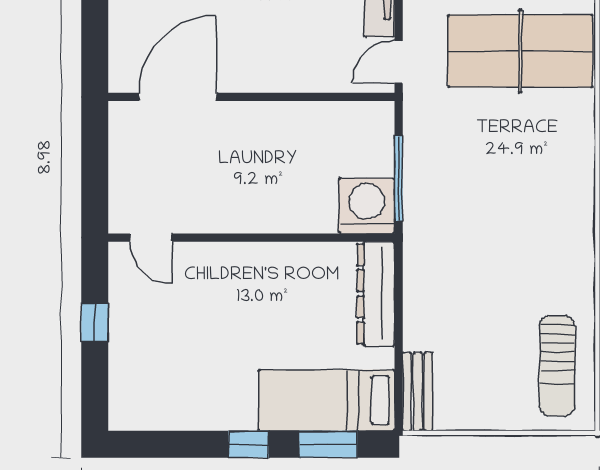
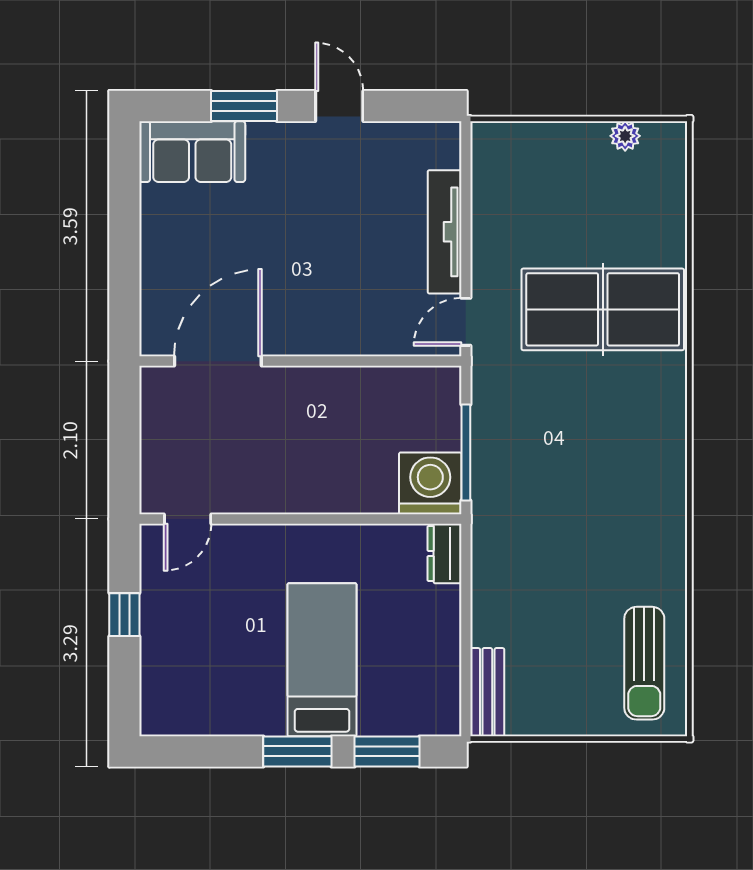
door: (151, 238) -> (188, 519), hinge flipped
dresser: (376, 294) -> (445, 553), width x0.51, depth x0.80
bed: (326, 400) -> (322, 660), moved, turned 90
window: (249, 444) -> (297, 751), width x1.50

